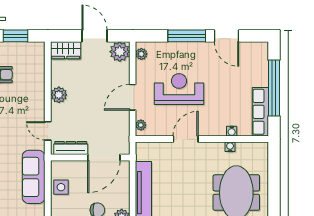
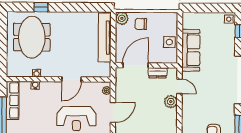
plant: (59, 95) -> (171, 102), moved
dresser: (71, 148) -> (158, 73), width x0.70

